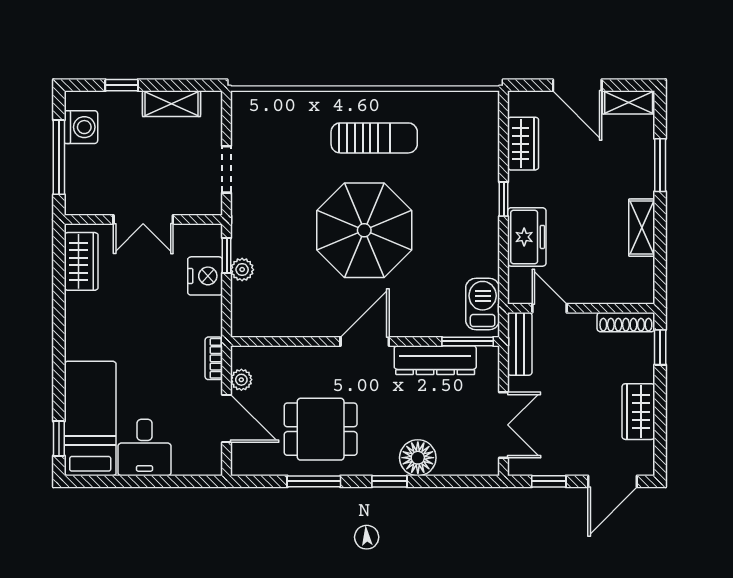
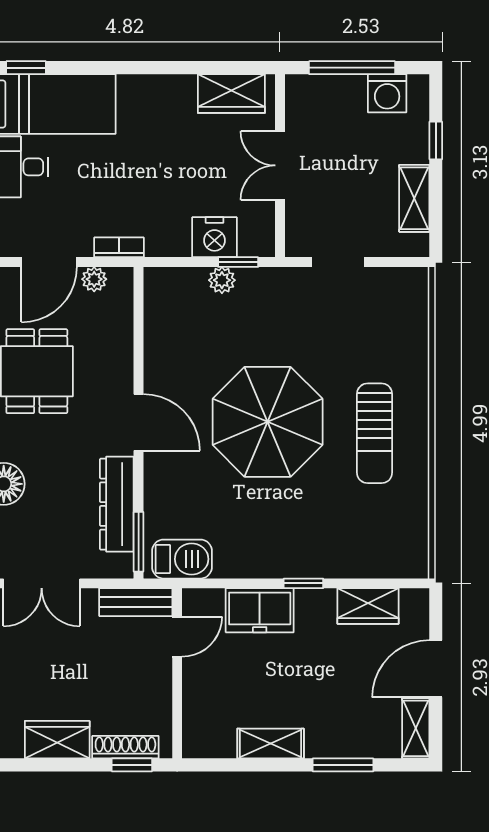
shoe rack: (626, 322) -> (125, 747), moved, turned 90

